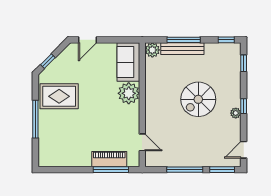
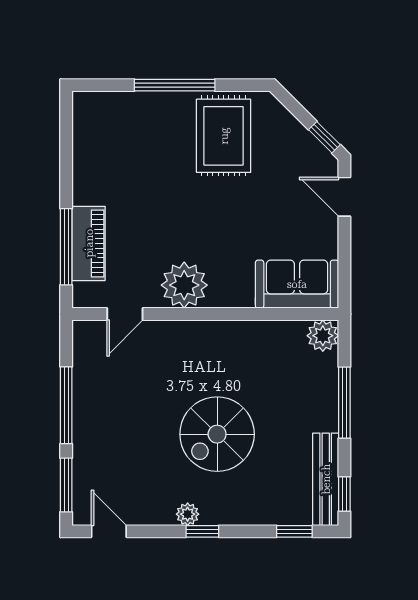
bench: (182, 49) -> (326, 479), moved
window: (48, 61) -> (324, 137), moved
plant: (129, 93) -> (184, 285), moved
spiral stairs: (198, 99) -> (217, 434), turned -90

